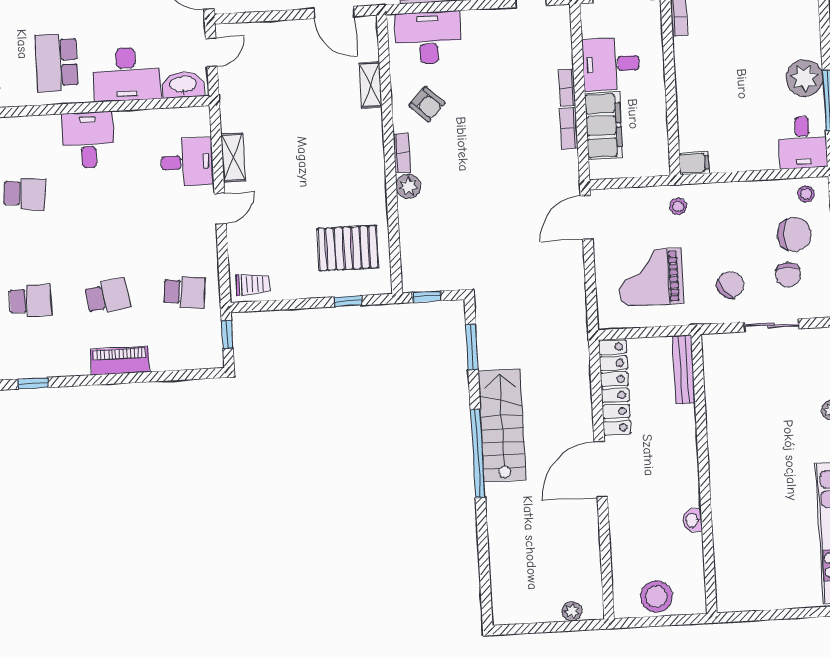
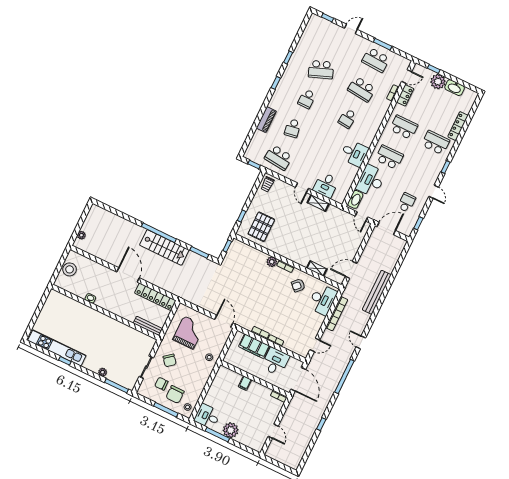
filing cabinet: (694, 163) -> (245, 383), moved
school desk: (184, 292) -> (278, 157), width x1.85

